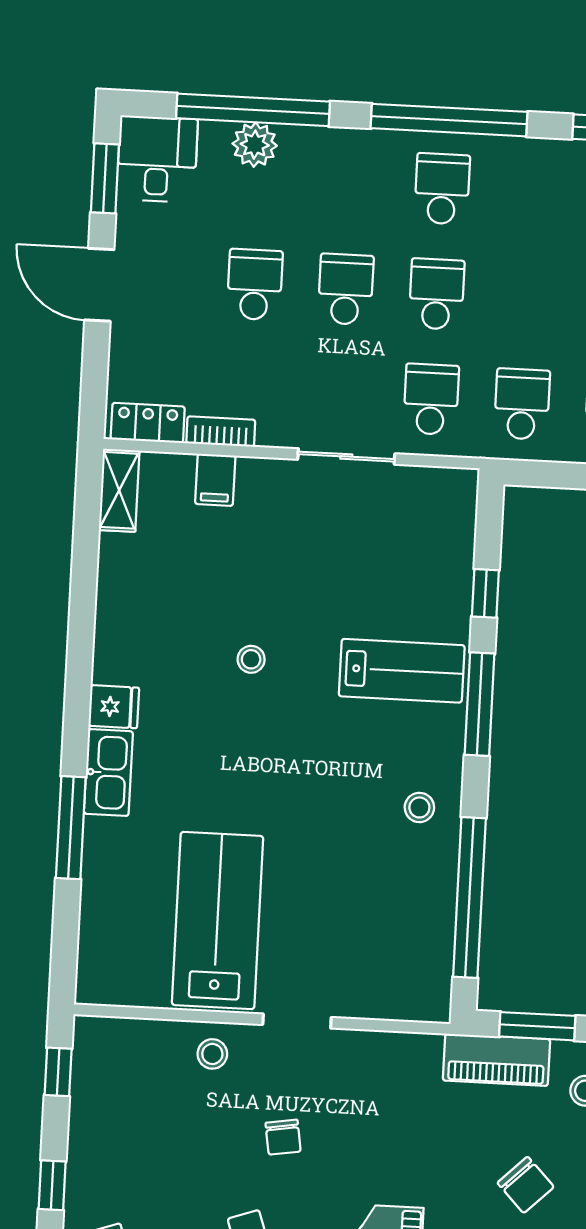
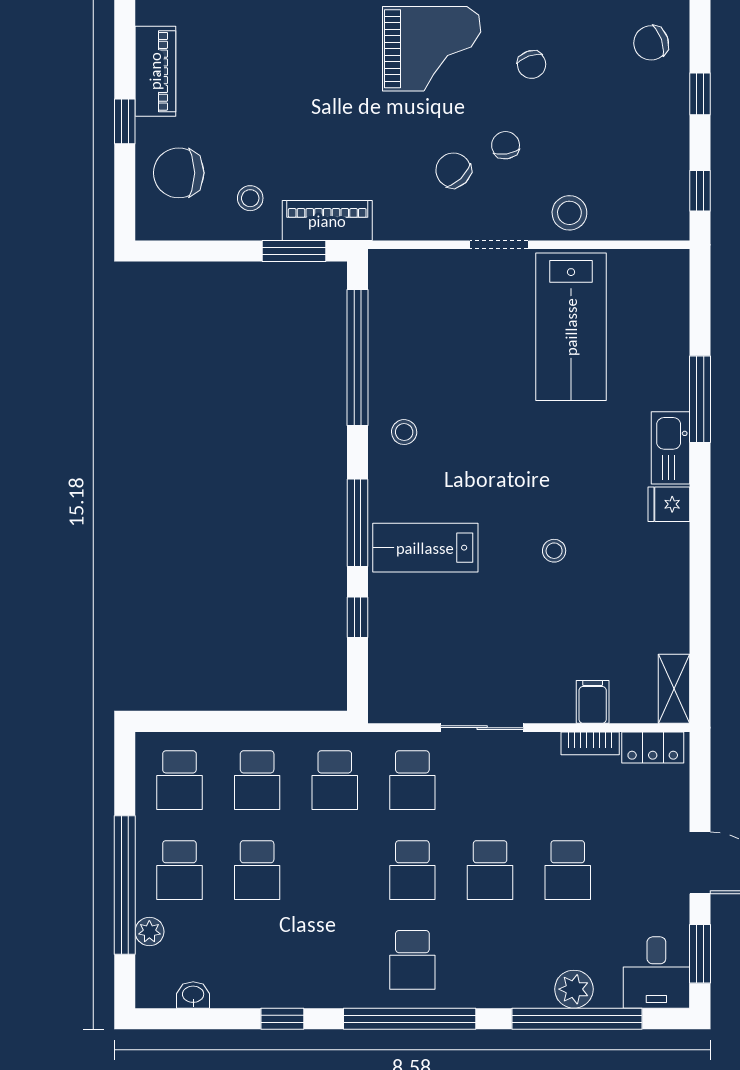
stool: (212, 1054) -> (569, 213), width x1.37, depth x1.37
chair: (526, 1185) -> (453, 170), moved

